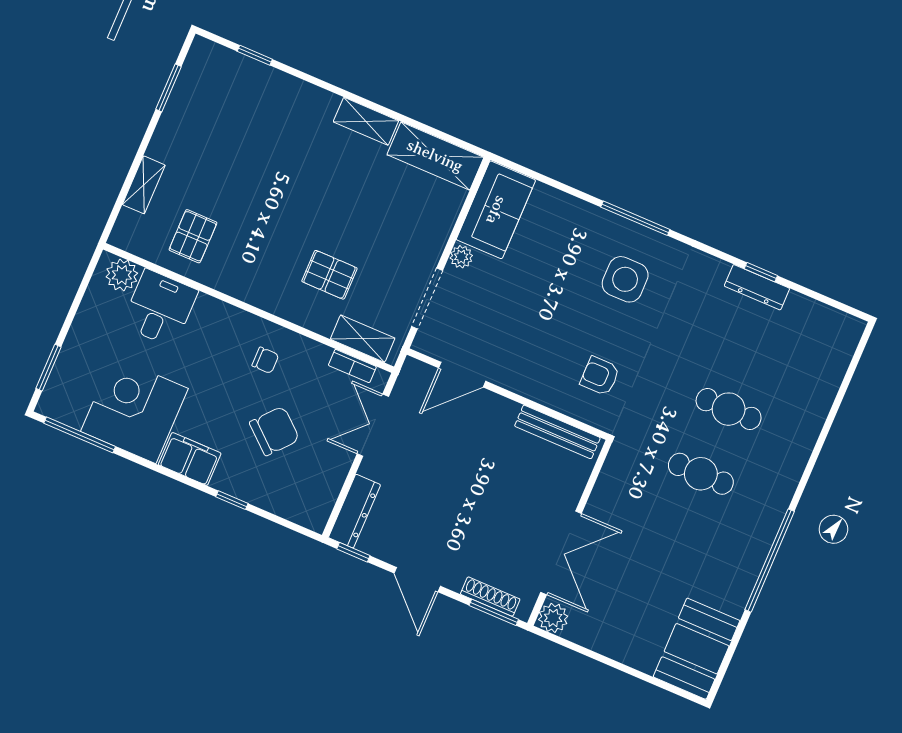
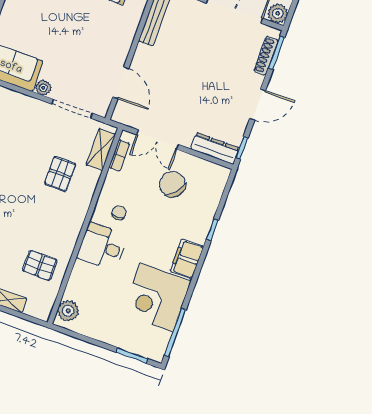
desk: (160, 308) -> (102, 246), moved
chair: (274, 431) -> (173, 184), moved

